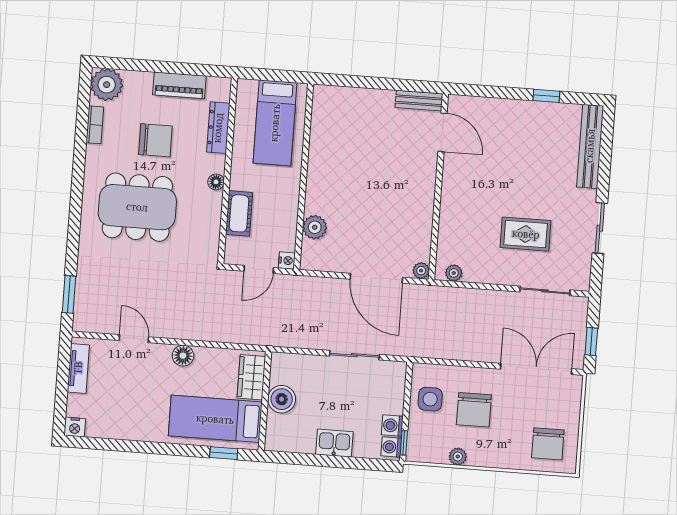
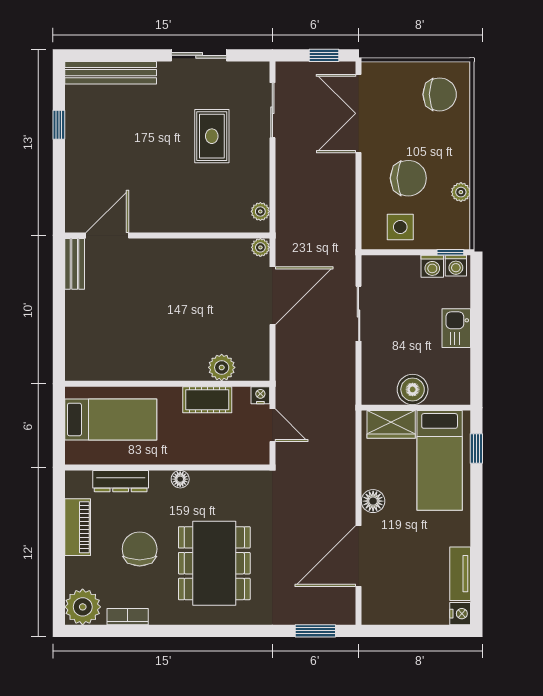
cot: (239, 213) -> (207, 400), moved
door: (134, 339) -> (359, 556), width x1.88
tv unit: (78, 368) -> (460, 574), moved, turned -90

